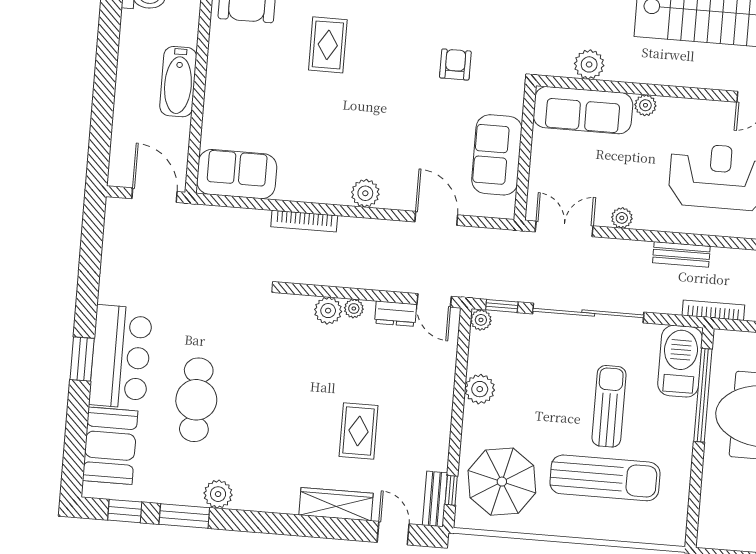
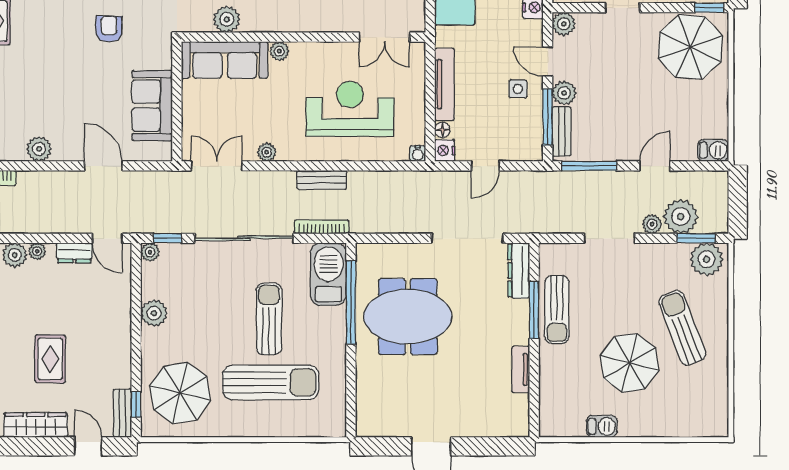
bookcase: (713, 310) -> (322, 227), moved

